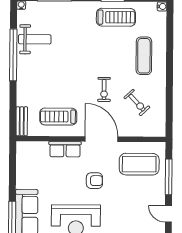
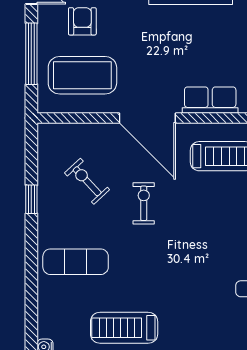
exercise mat: (144, 56) -> (76, 262), turned 90
window: (169, 92) -> (31, 199), added
armchair: (94, 181) -> (82, 21), moved, turned 90

